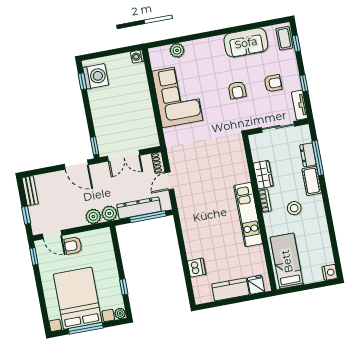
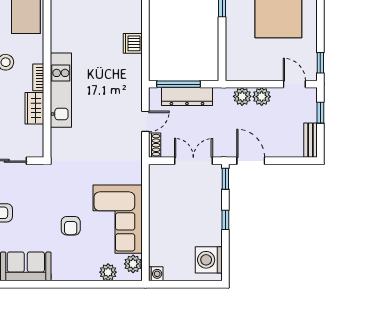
plant: (158, 61) -> (133, 264), added
window: (82, 81) -> (225, 220), moved
armchair: (237, 90) -> (71, 226), moved, turned 180
plant: (109, 213) -> (262, 97), moved
kitchen unit: (248, 215) -> (61, 90), moved
armchair: (73, 246) -> (272, 67), removed
dishwasher: (197, 268) -> (133, 43), moved

